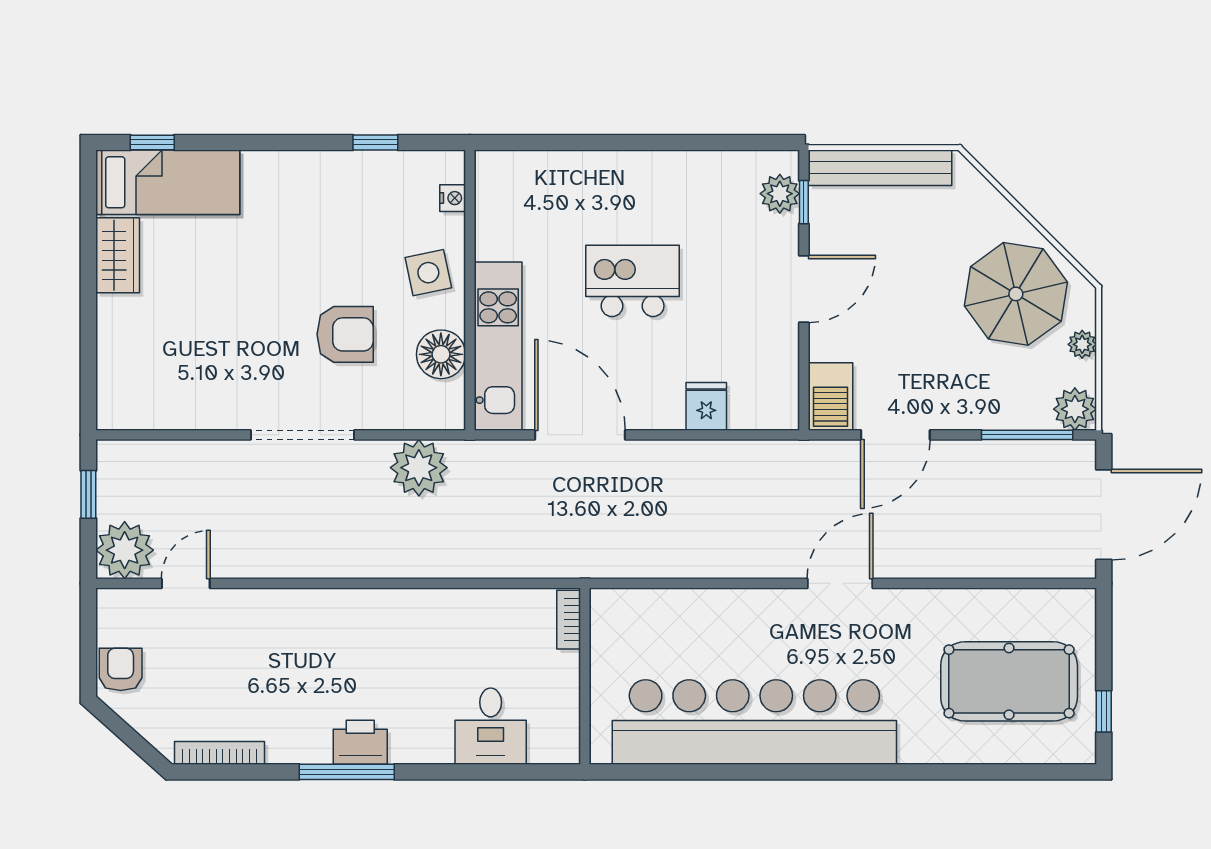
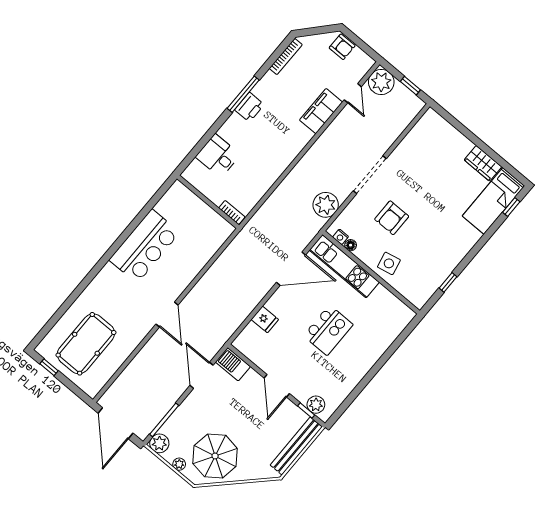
nightstand: (453, 198) -> (341, 237), moved
floor lamp: (441, 354) -> (351, 245), width x0.53, depth x0.53
filing cabinet: (263, 612) -> (321, 111), added
bar counter: (754, 722) -> (144, 246), width x0.54

